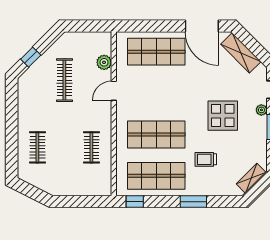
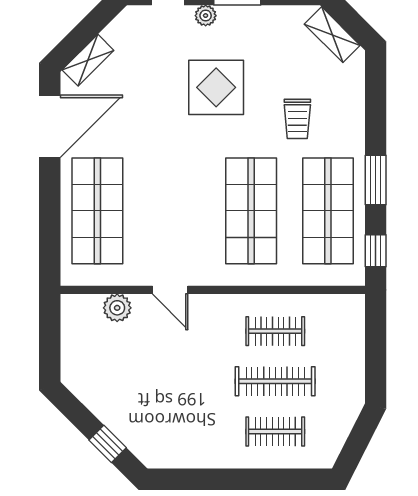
shelving: (241, 53) -> (88, 60), width x0.67, depth x0.75
clothes rail: (64, 80) -> (275, 381), moved
window: (193, 202) -> (376, 180), moved

